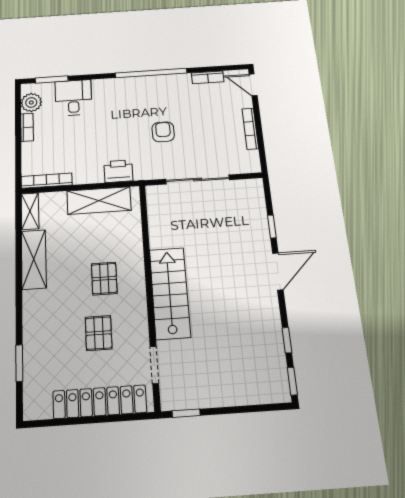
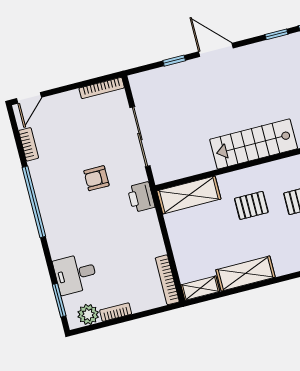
bookcase: (250, 129) -> (102, 88), moved
printer: (118, 171) -> (141, 197), moved
shelving: (99, 201) -> (189, 195), moved, turned 90

